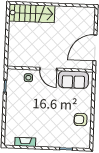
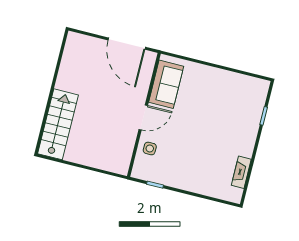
armchair: (81, 120) -> (226, 86), removed

